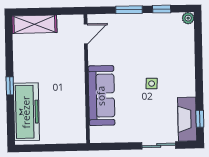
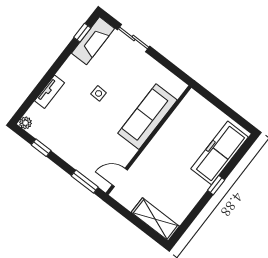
window: (129, 10) -> (85, 181), moved
tv unit: (189, 56) -> (50, 92), added

